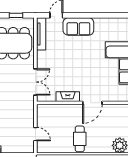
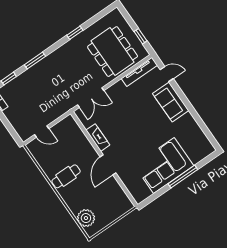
door: (92, 103) -> (108, 165), hinge flipped
door: (35, 134) -> (42, 132), hinge flipped

